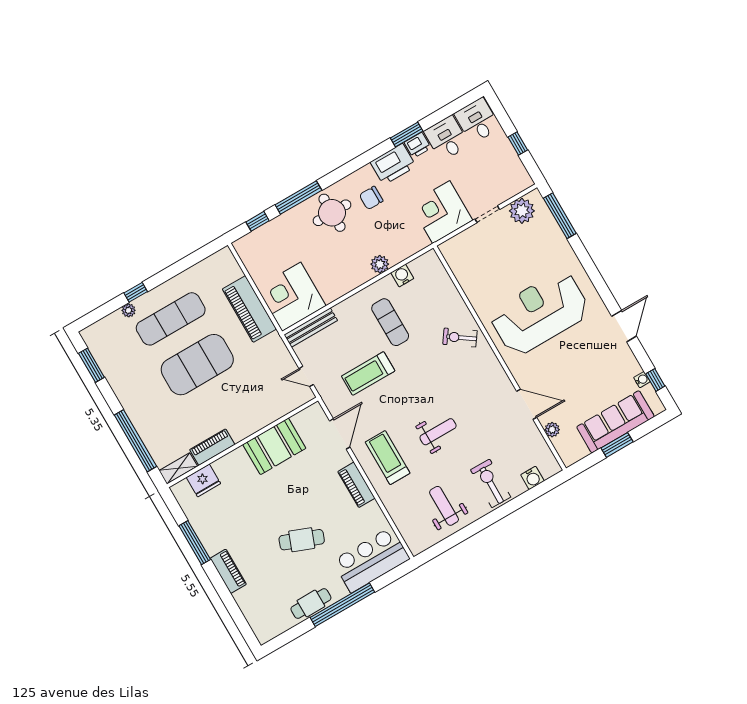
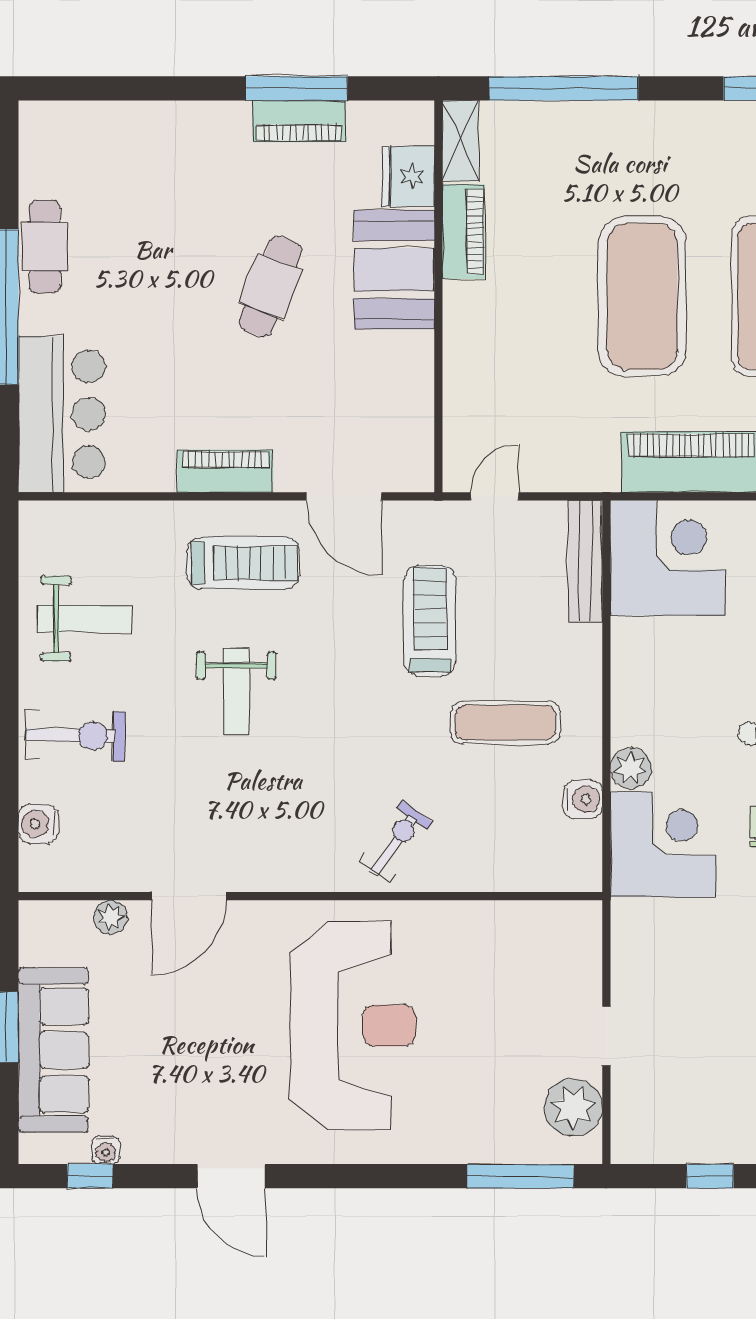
corner desk: (441, 212) -> (663, 845), moved
booth: (274, 446) -> (394, 270), moved
cafe table: (302, 540) -> (271, 286), moved
piano: (228, 571) -> (299, 121), moved

